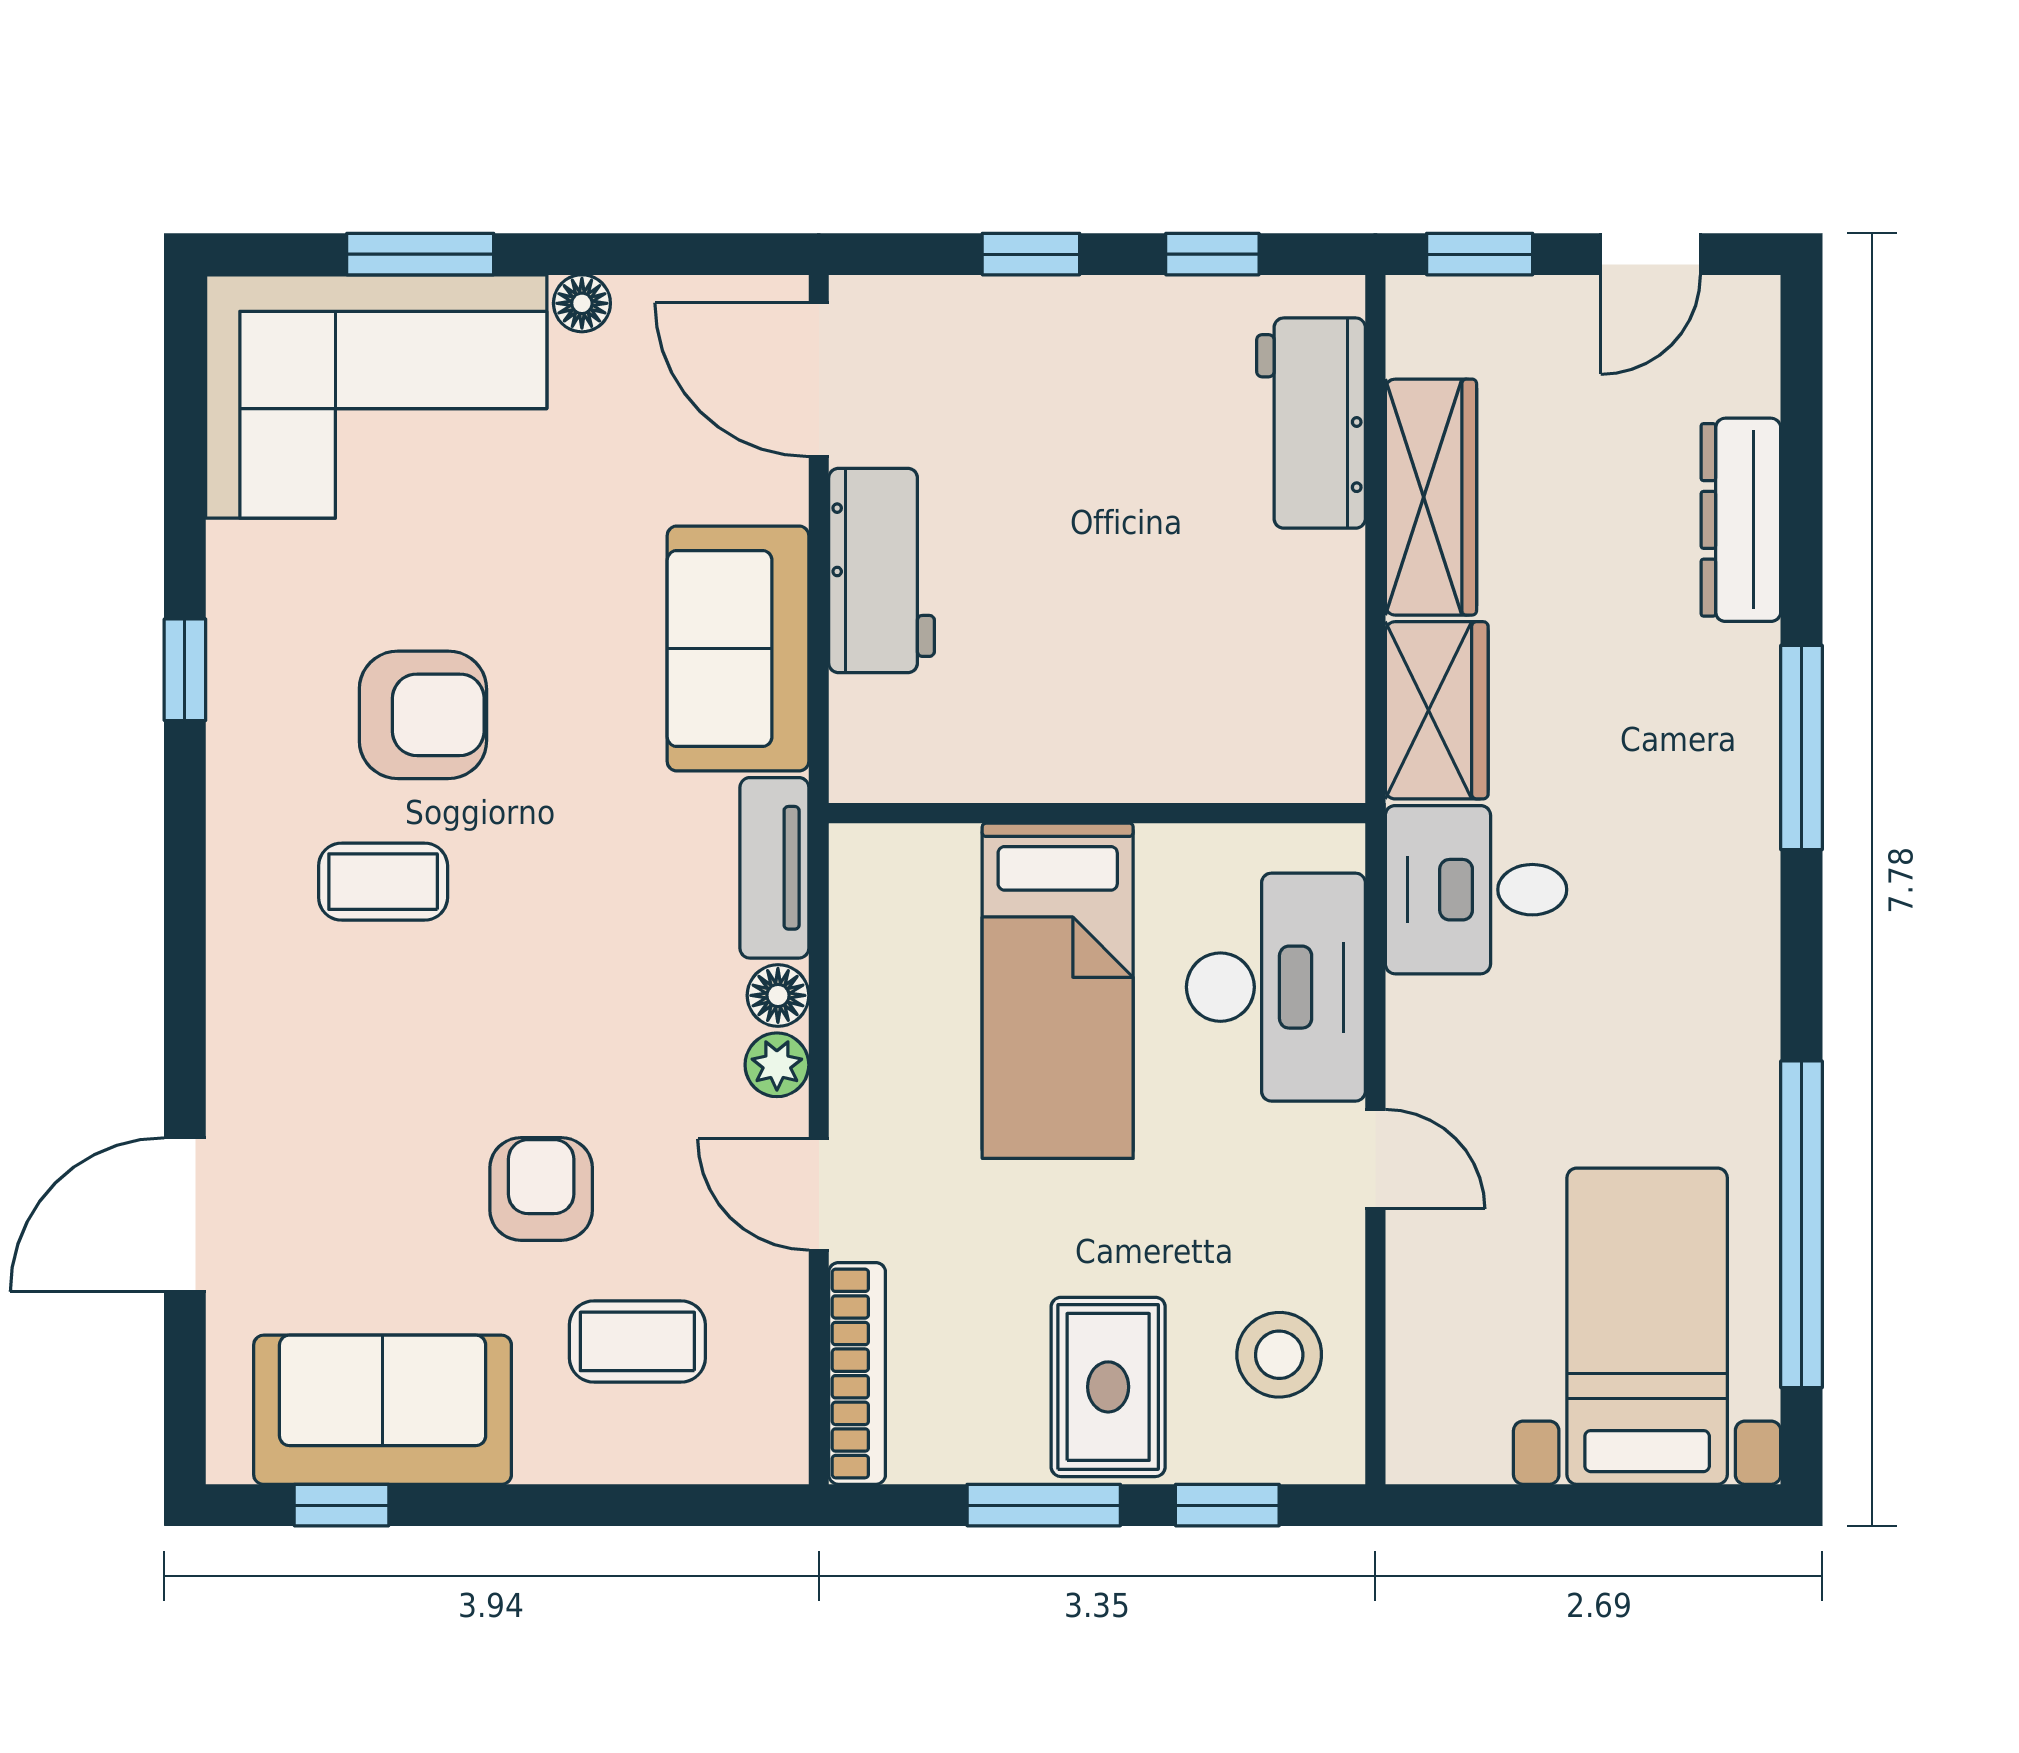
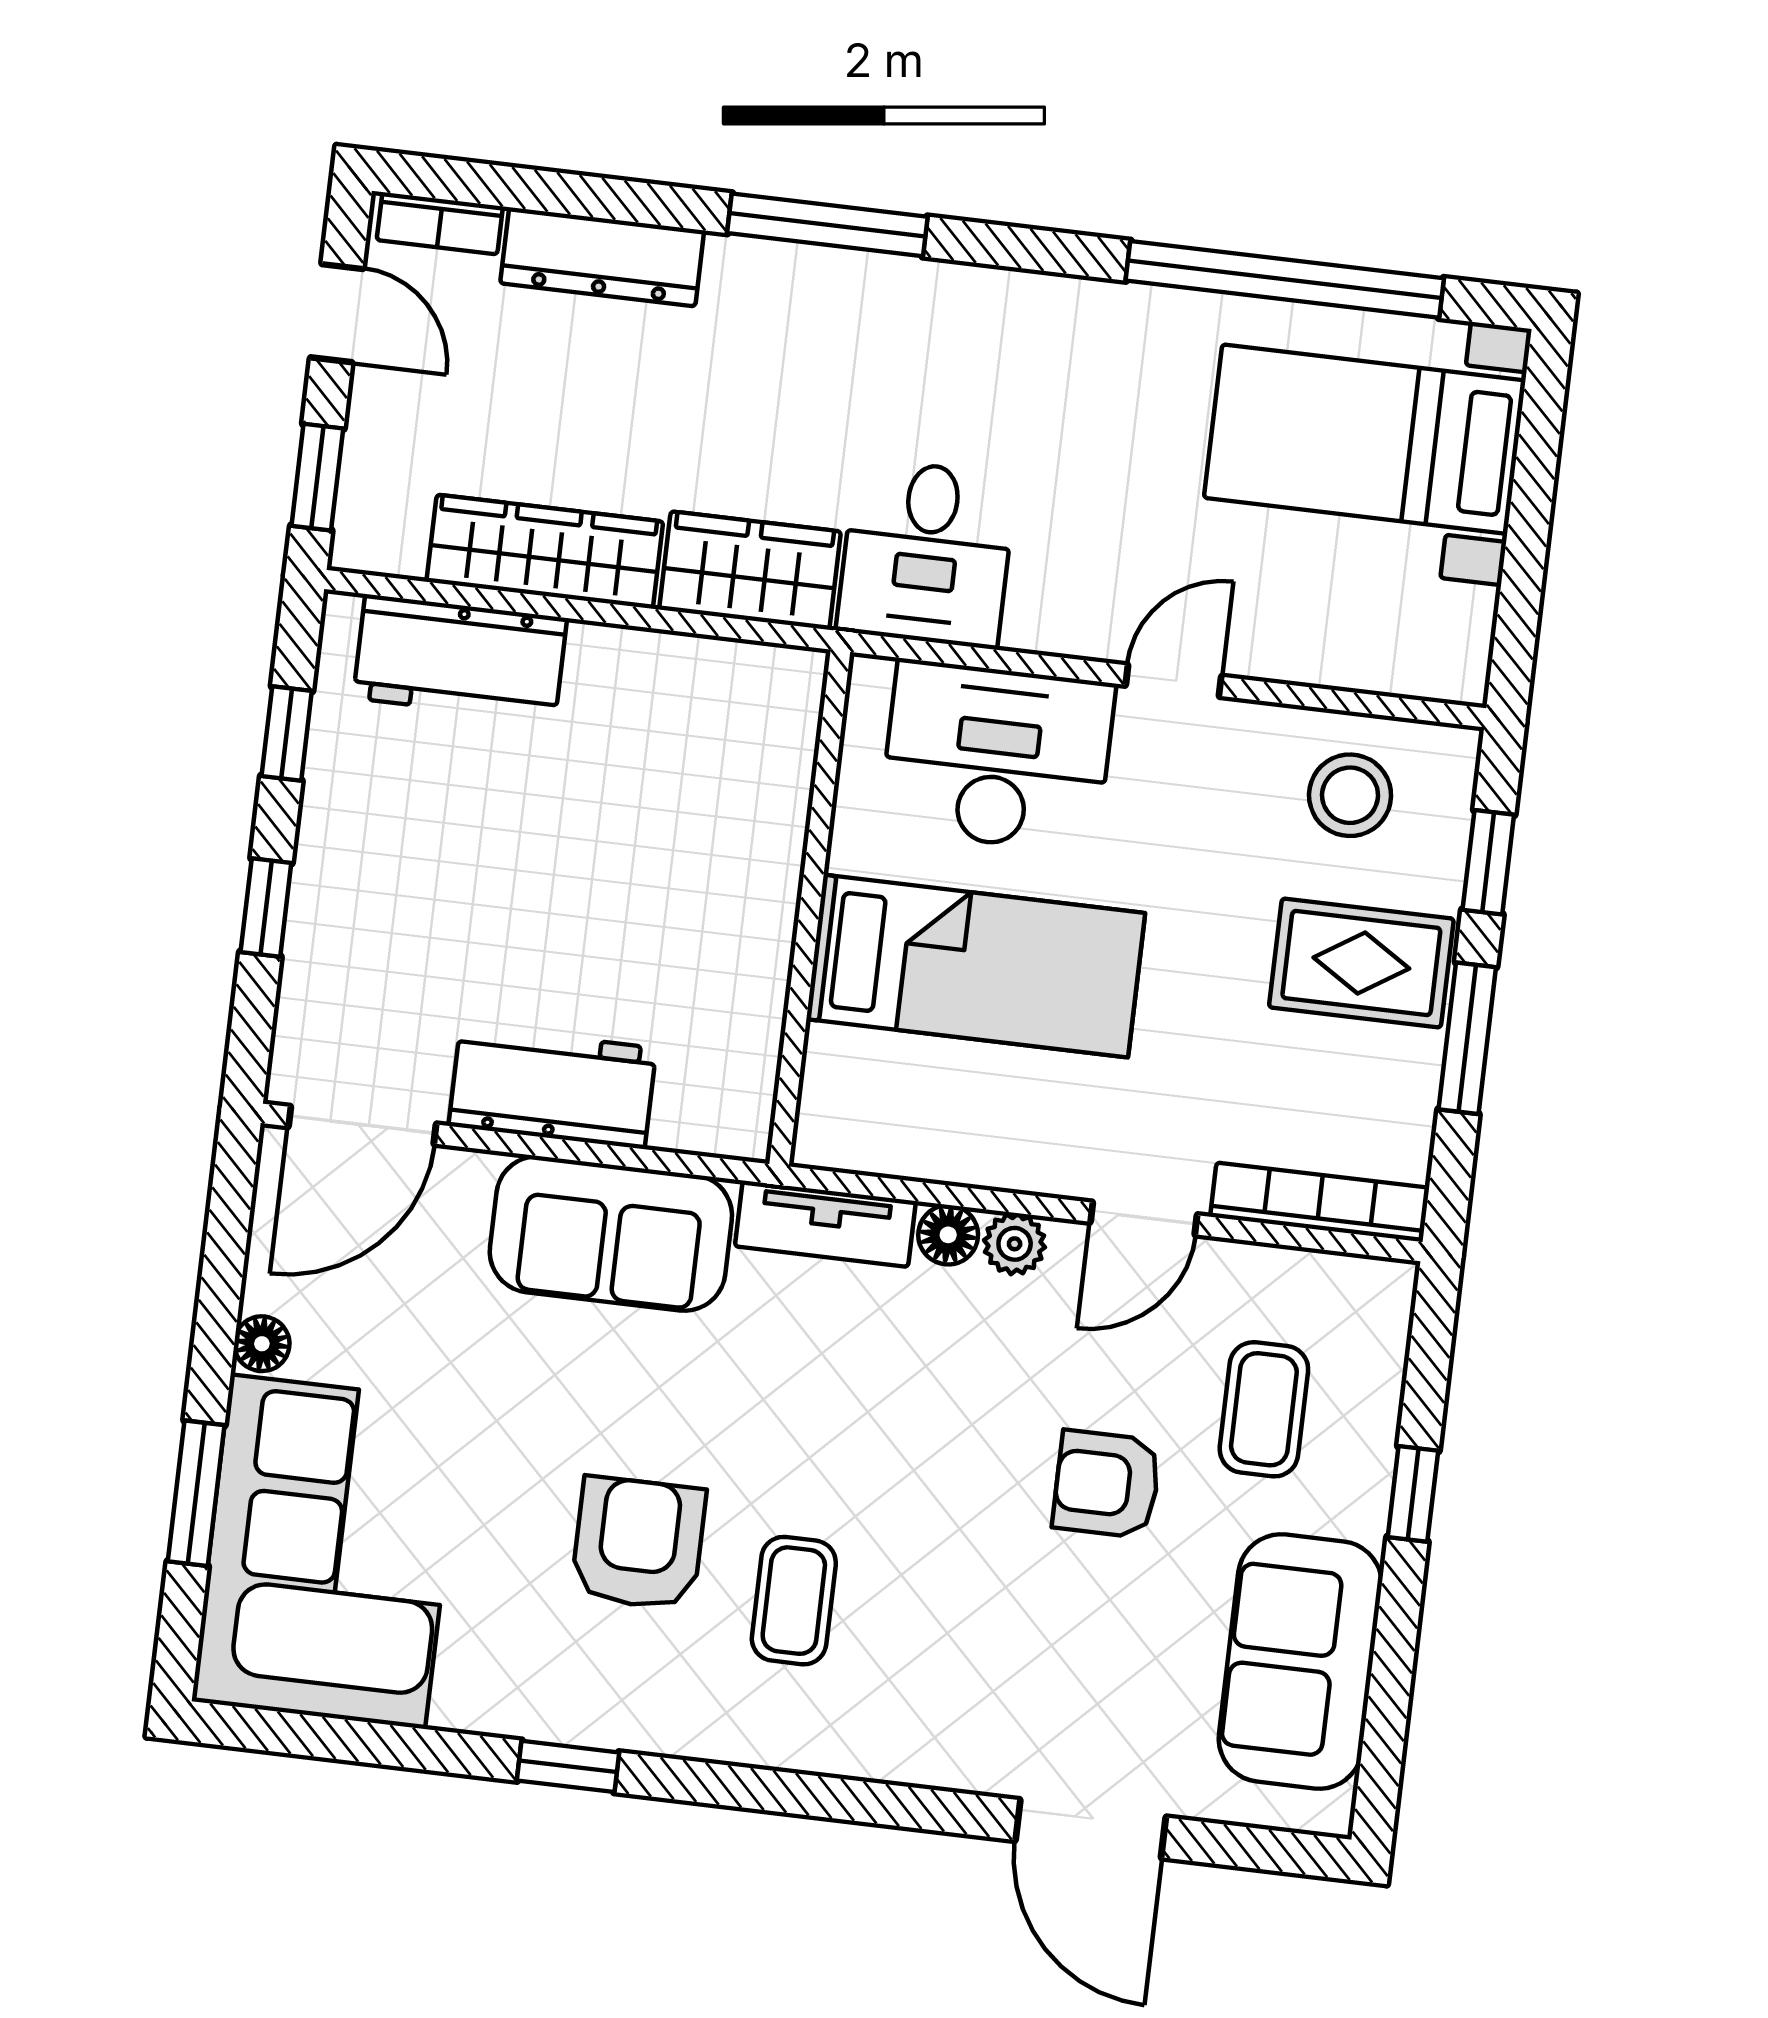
bookcase: (1756, 349) -> (440, 223), added
window: (341, 1505) -> (1413, 1494), moved

